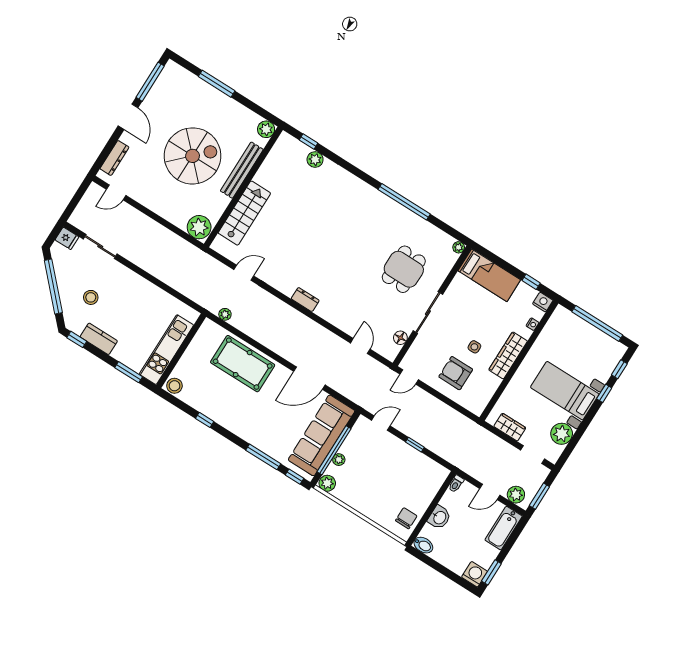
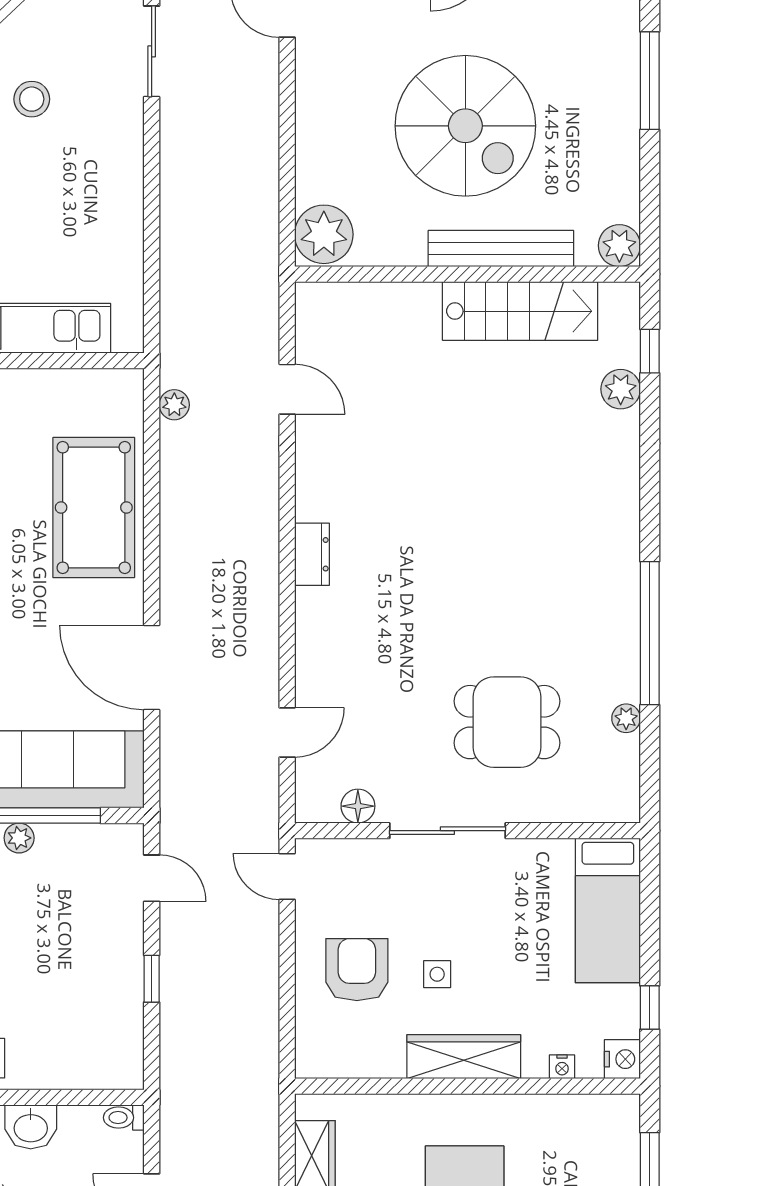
stairs: (244, 213) -> (520, 311), moved
plant: (459, 247) -> (626, 718), moved

